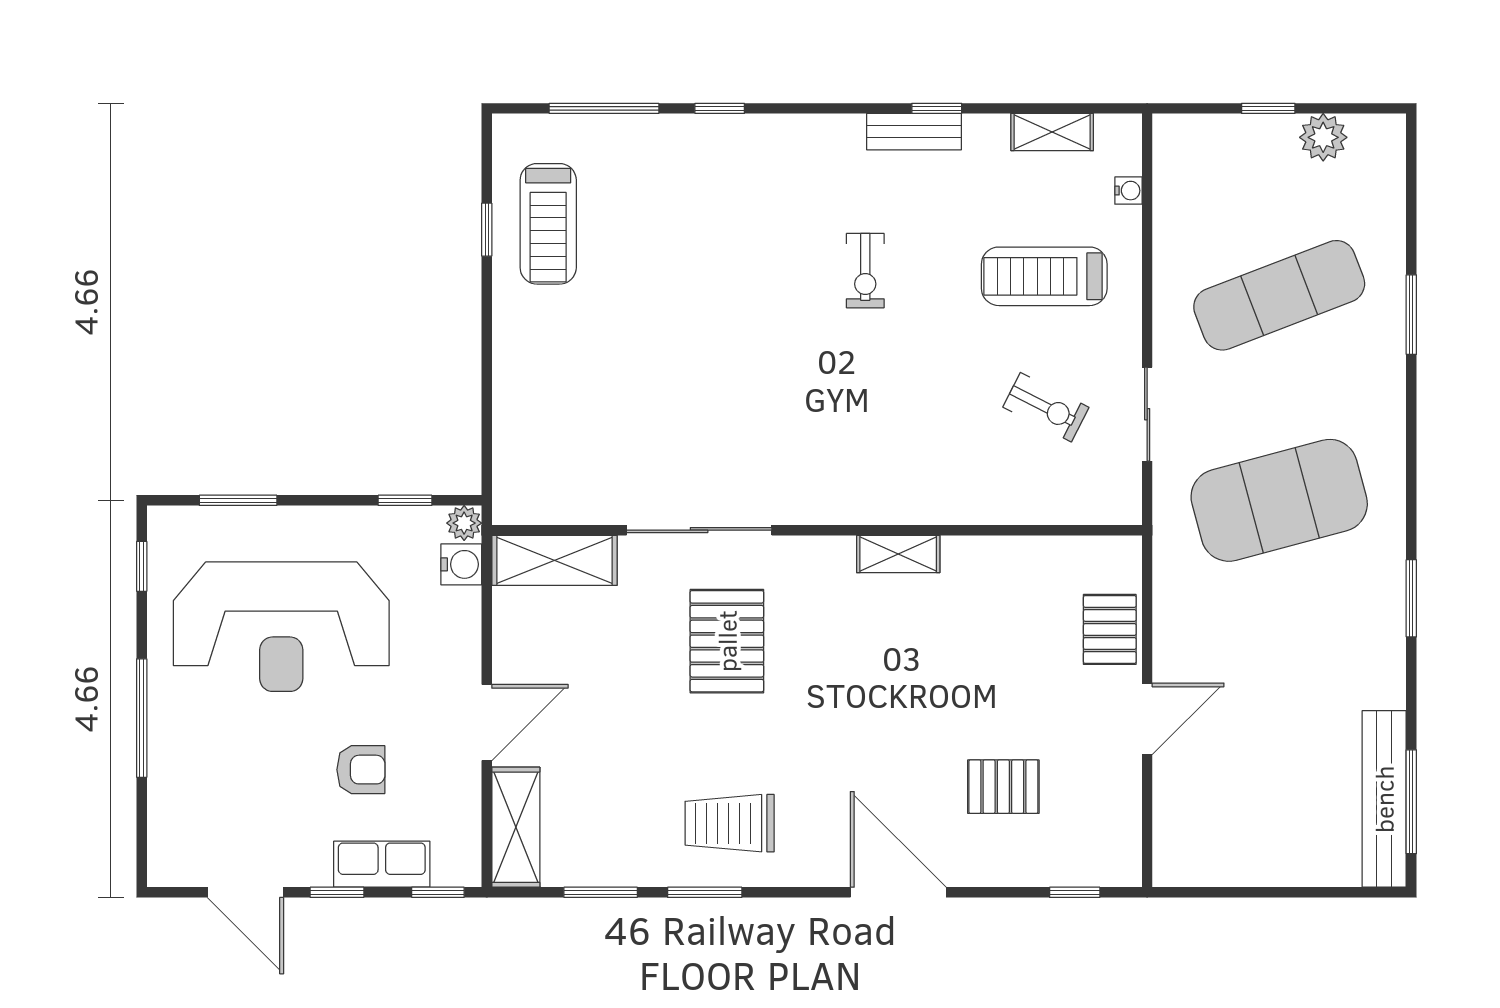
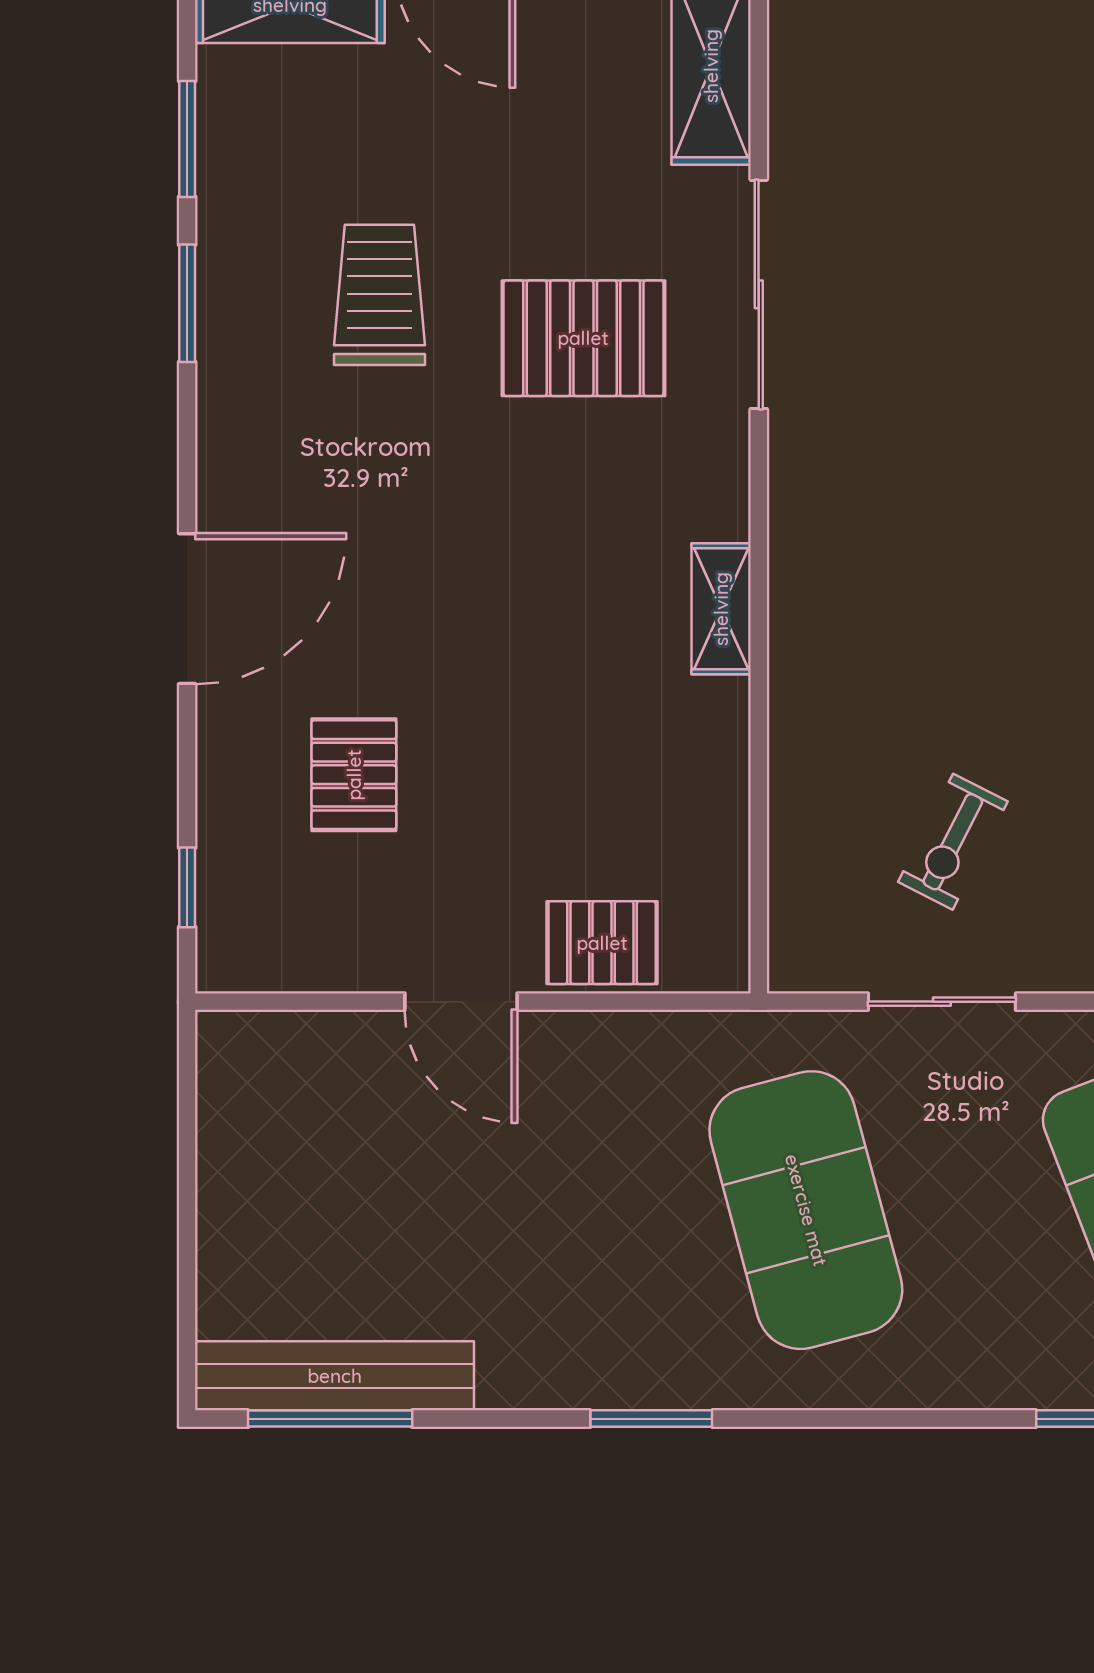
trolley: (730, 823) -> (379, 295), moved

